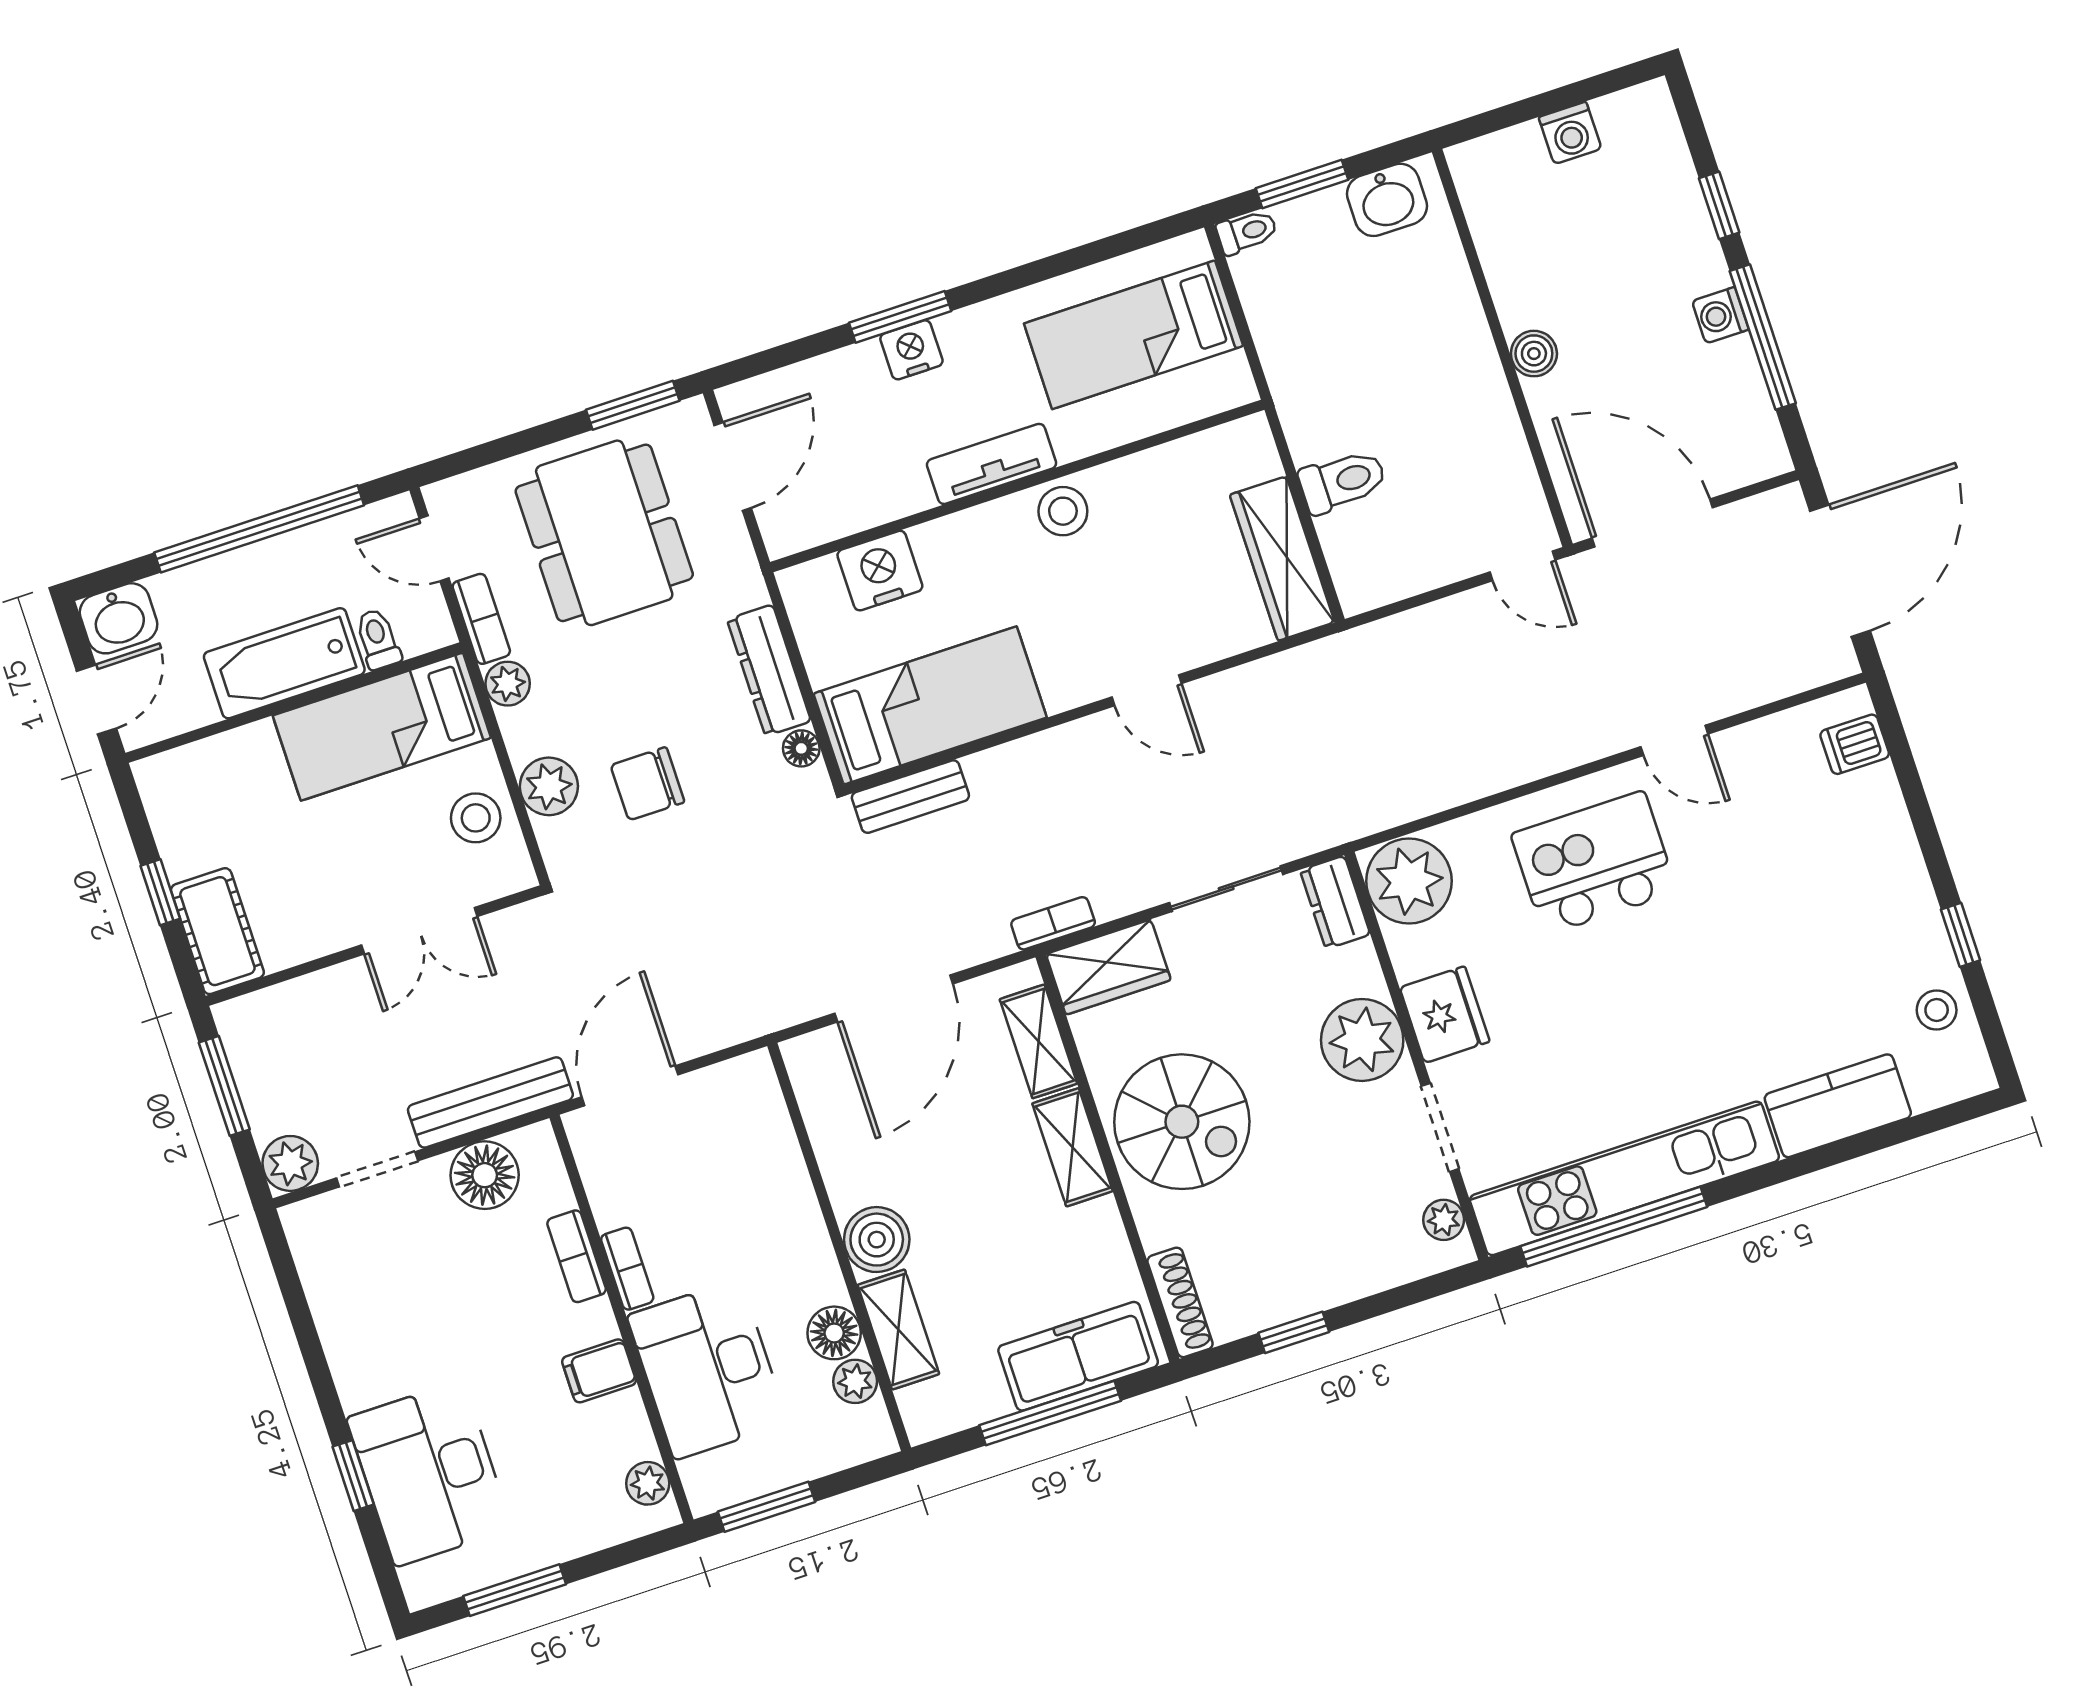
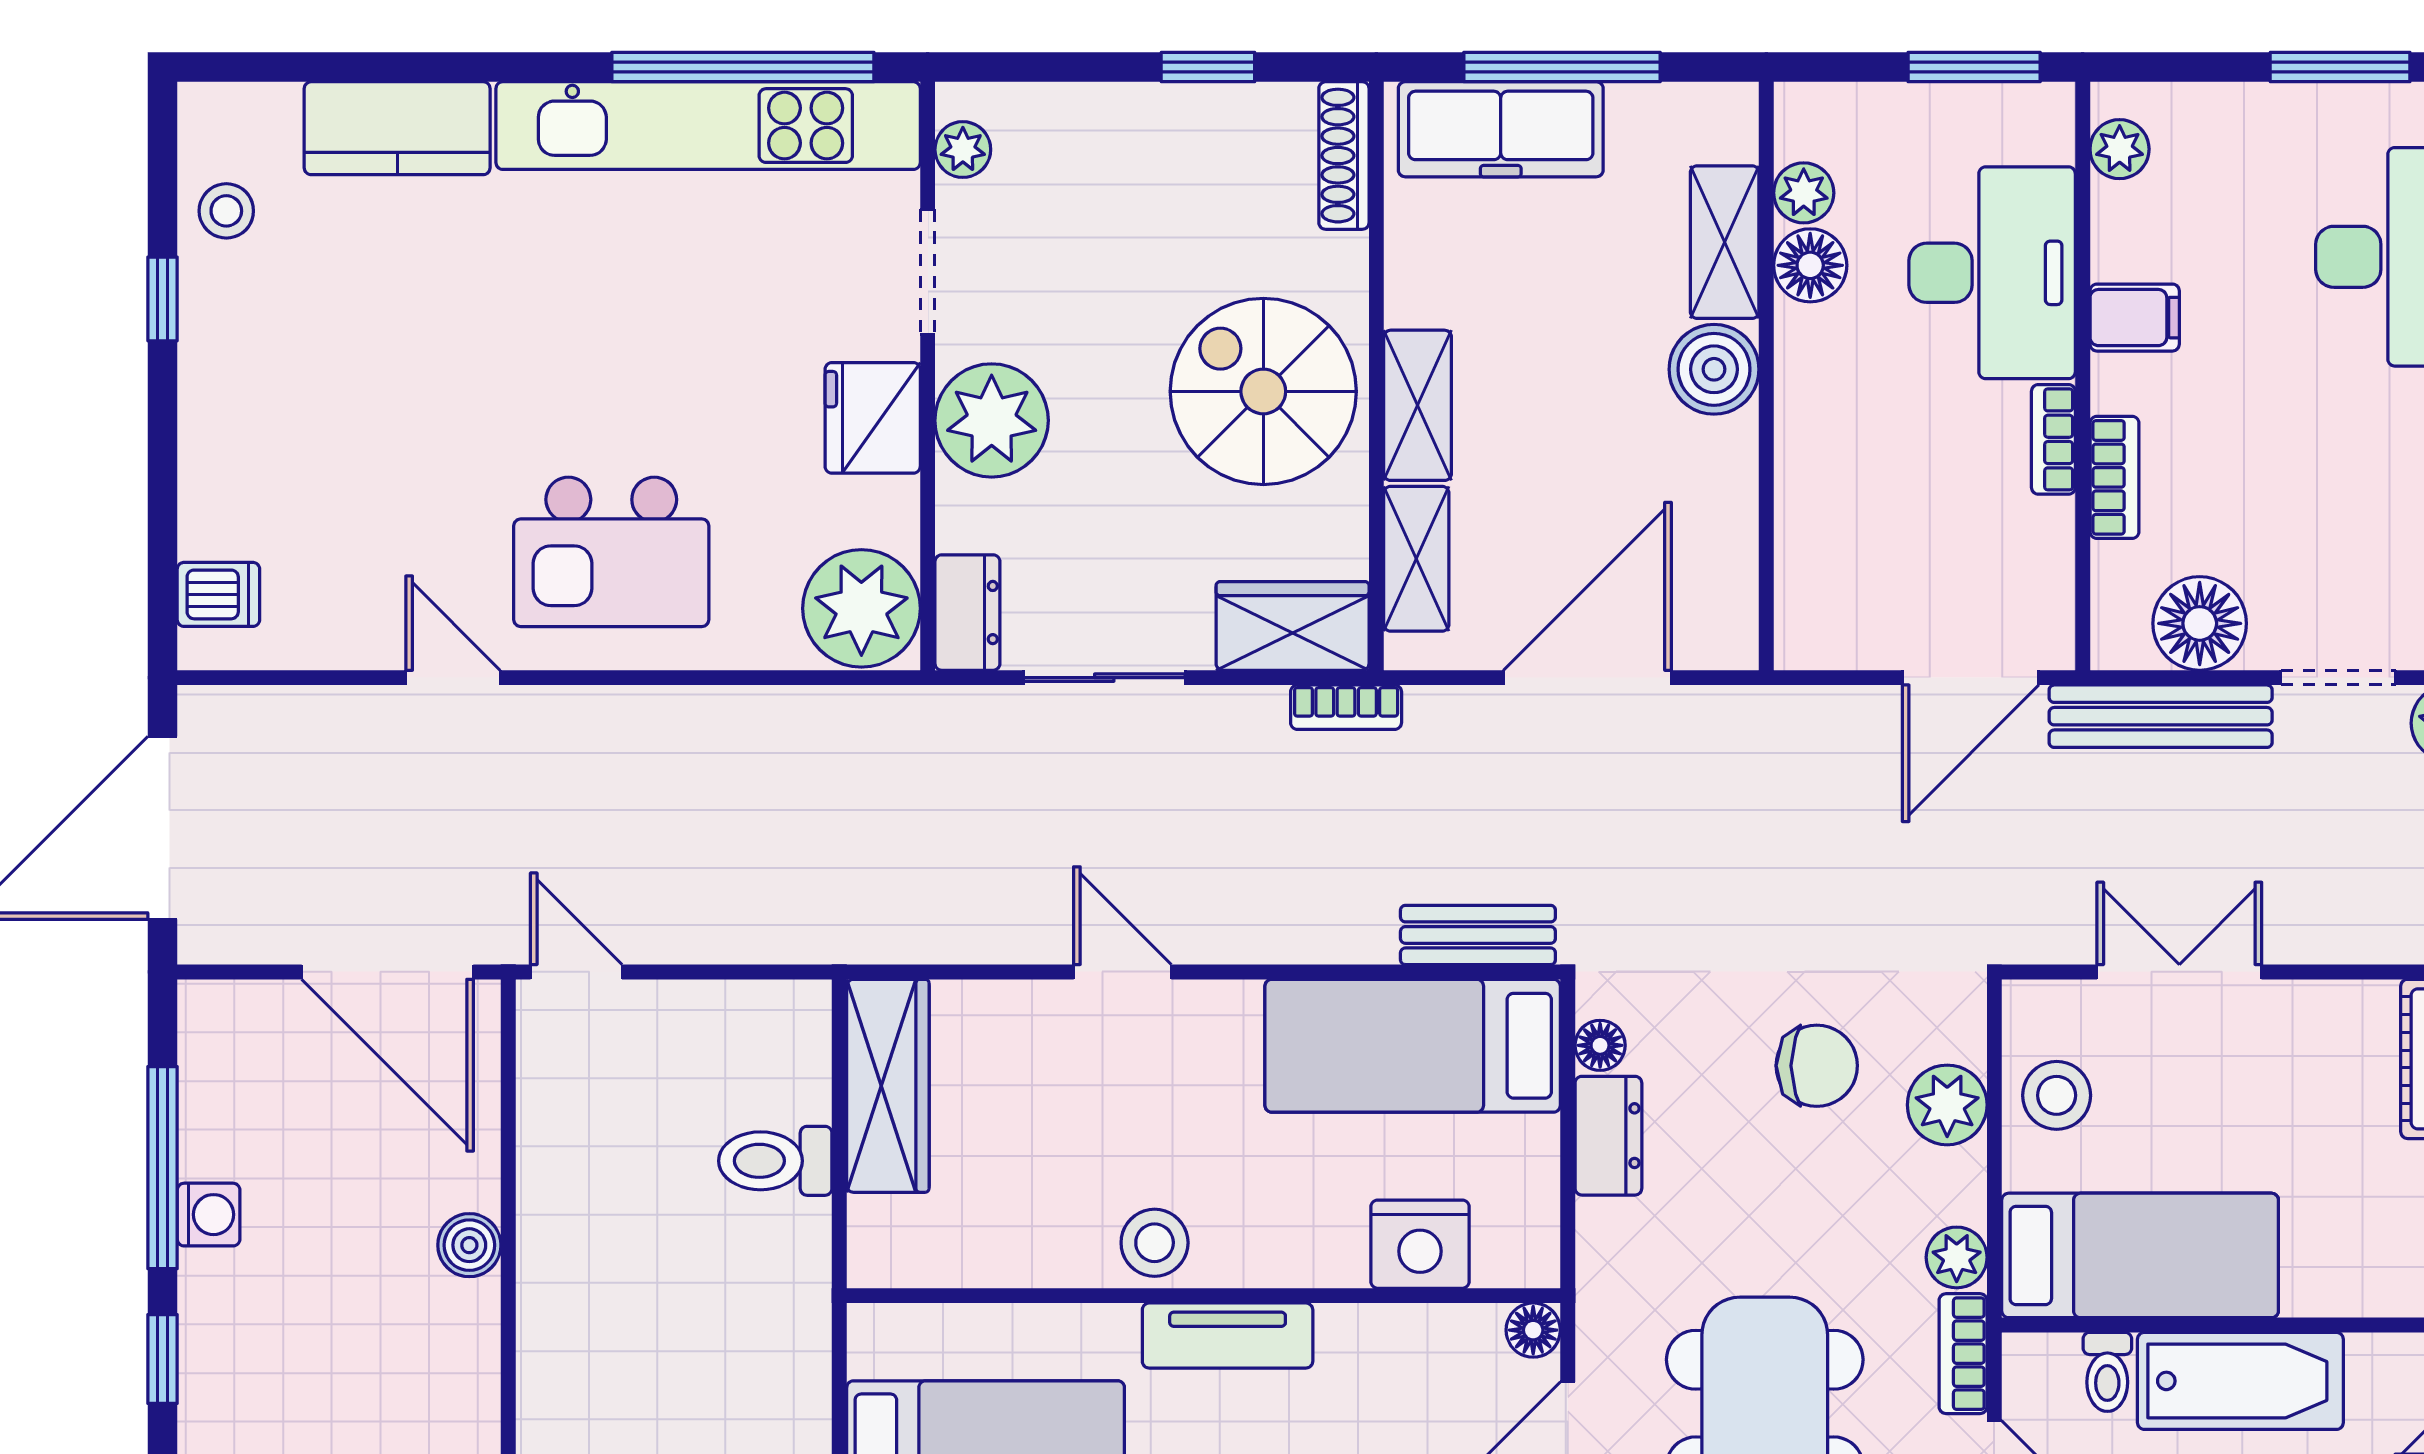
floor lamp: (782, 537) -> (1533, 1330), added
dresser: (769, 670) -> (1608, 1136), width x0.70

